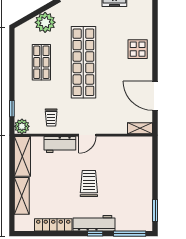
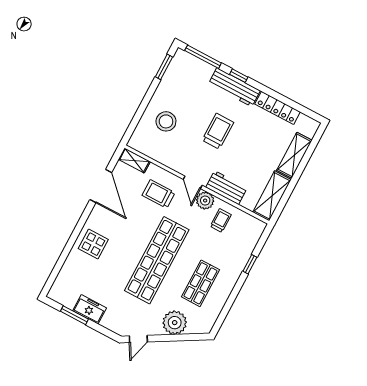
window: (12, 109) -> (250, 264), moved
trolley: (109, 113) -> (159, 194), added
plant: (22, 126) -> (205, 201), moved
door: (87, 135) -> (193, 182), swing flipped
stool: (132, 170) -> (166, 121), added
trolley: (89, 184) -> (218, 131), turned 180

